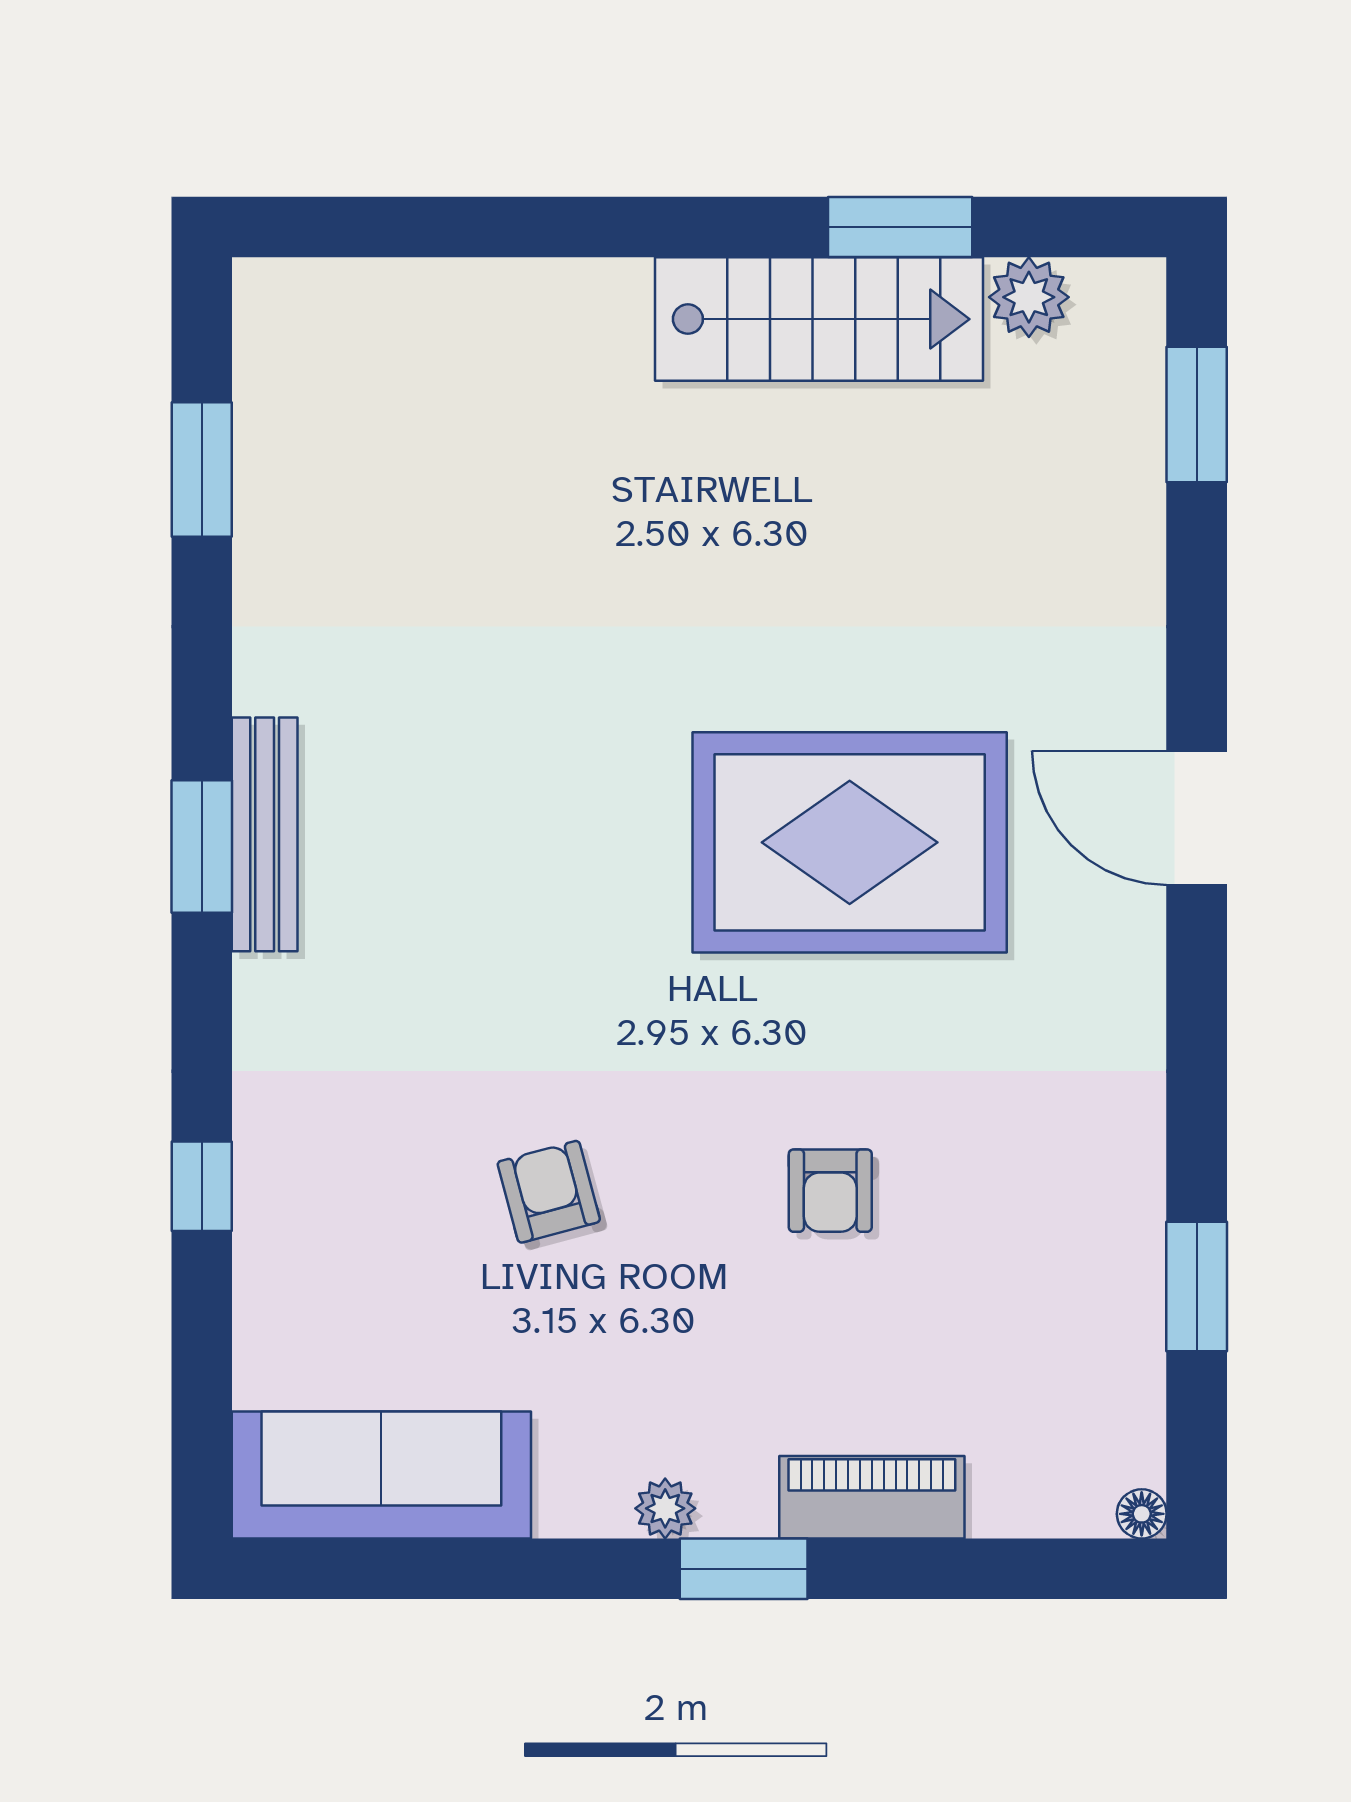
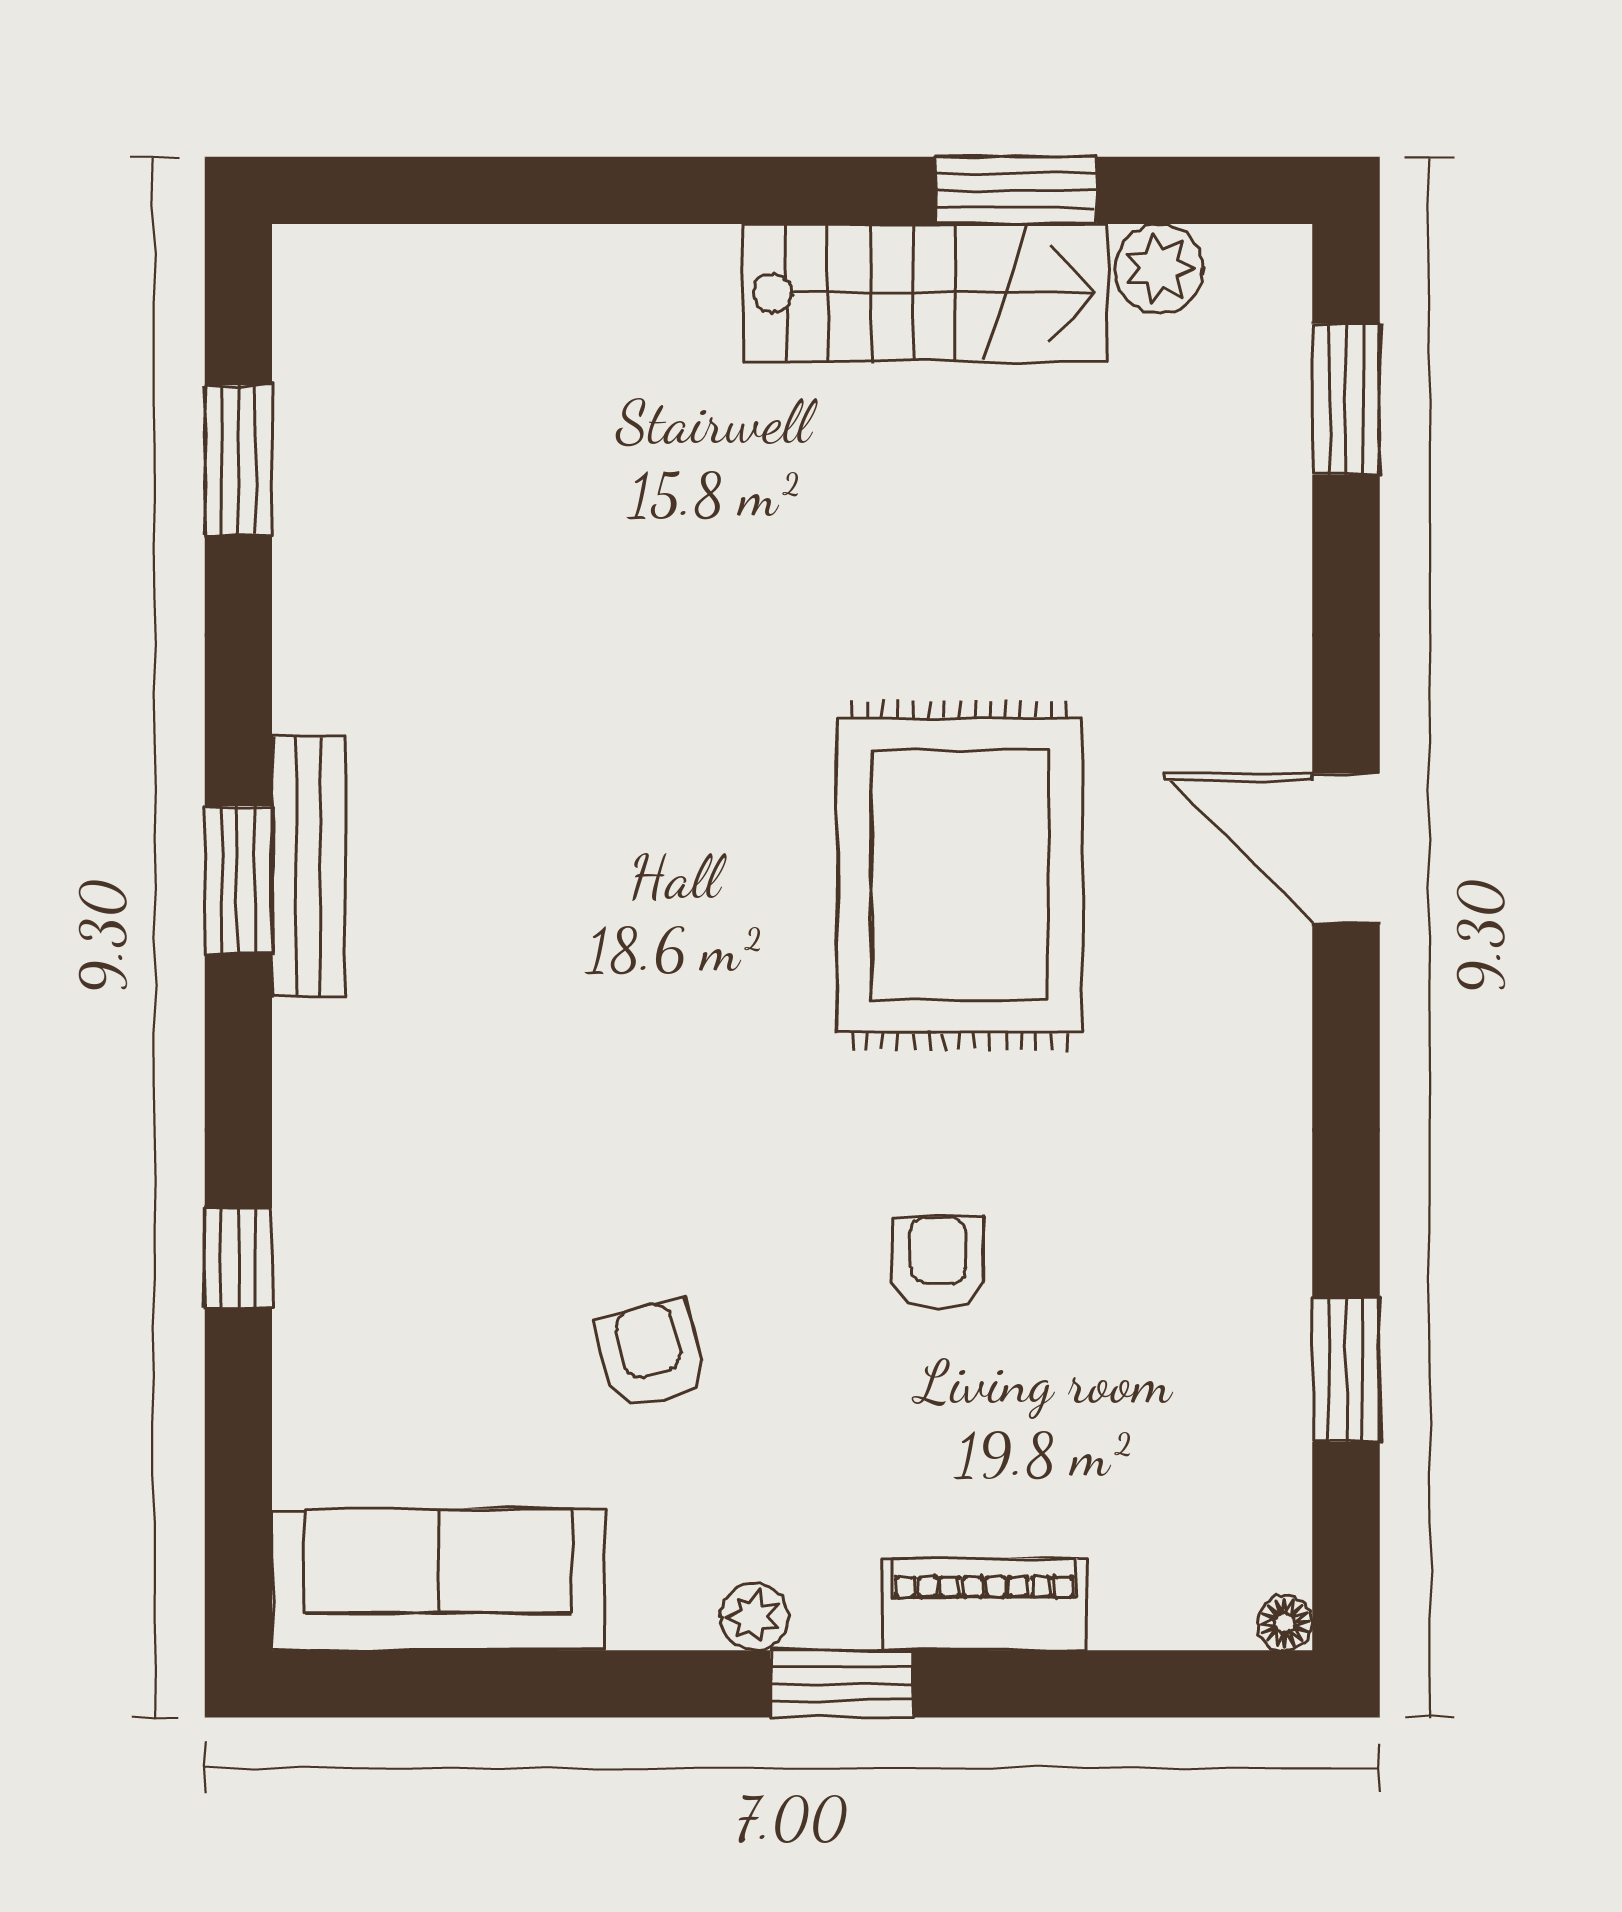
rug: (850, 842) -> (960, 875), turned 90
armchair: (830, 1191) -> (938, 1263), turned 180
armchair: (549, 1192) -> (651, 1354), moved

